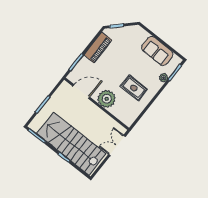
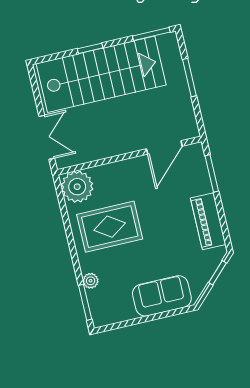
sofa: (157, 51) -> (162, 296), moved
rug: (134, 88) -> (110, 227), width x1.36, depth x1.43
plant: (107, 99) -> (77, 187), moved

